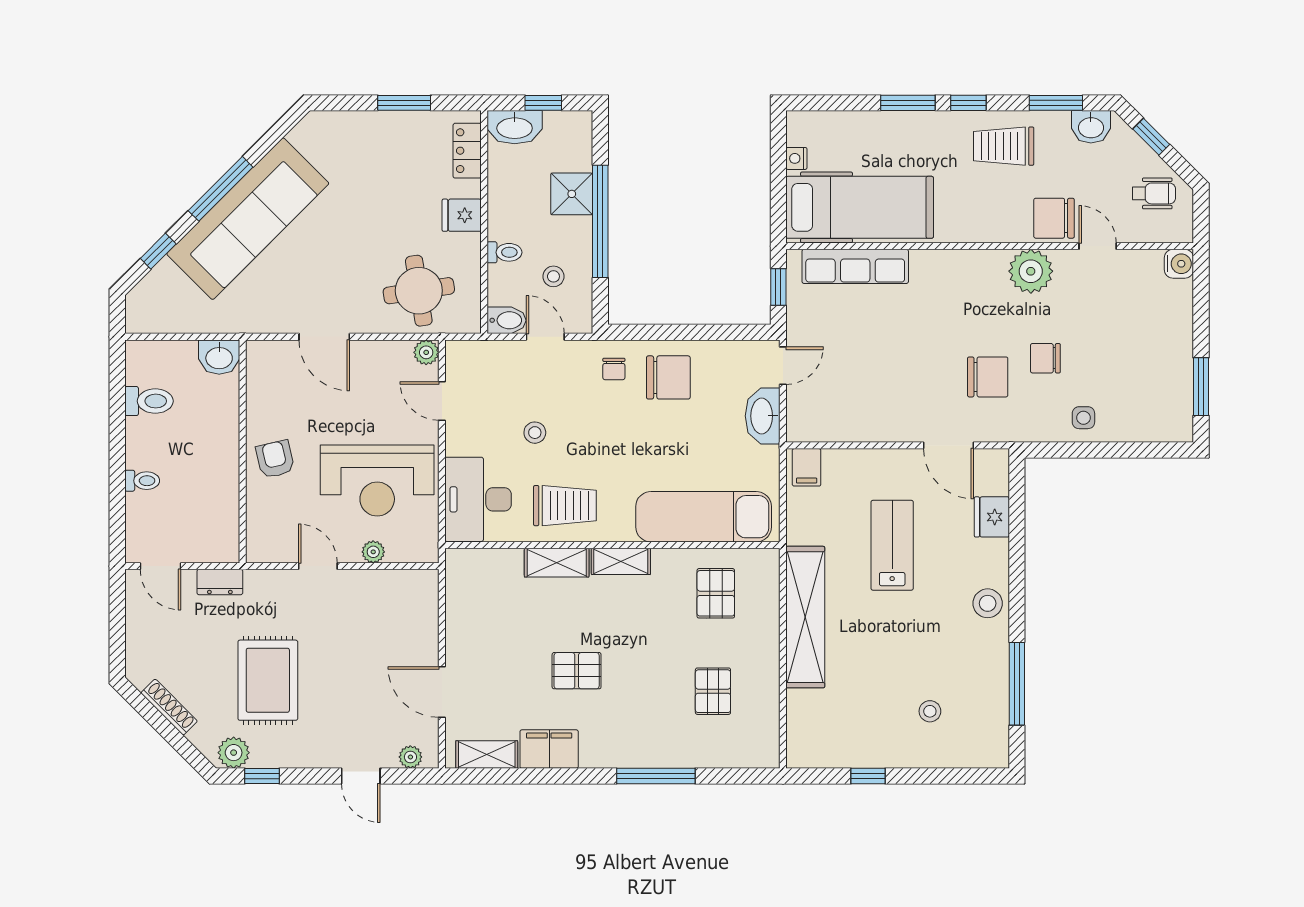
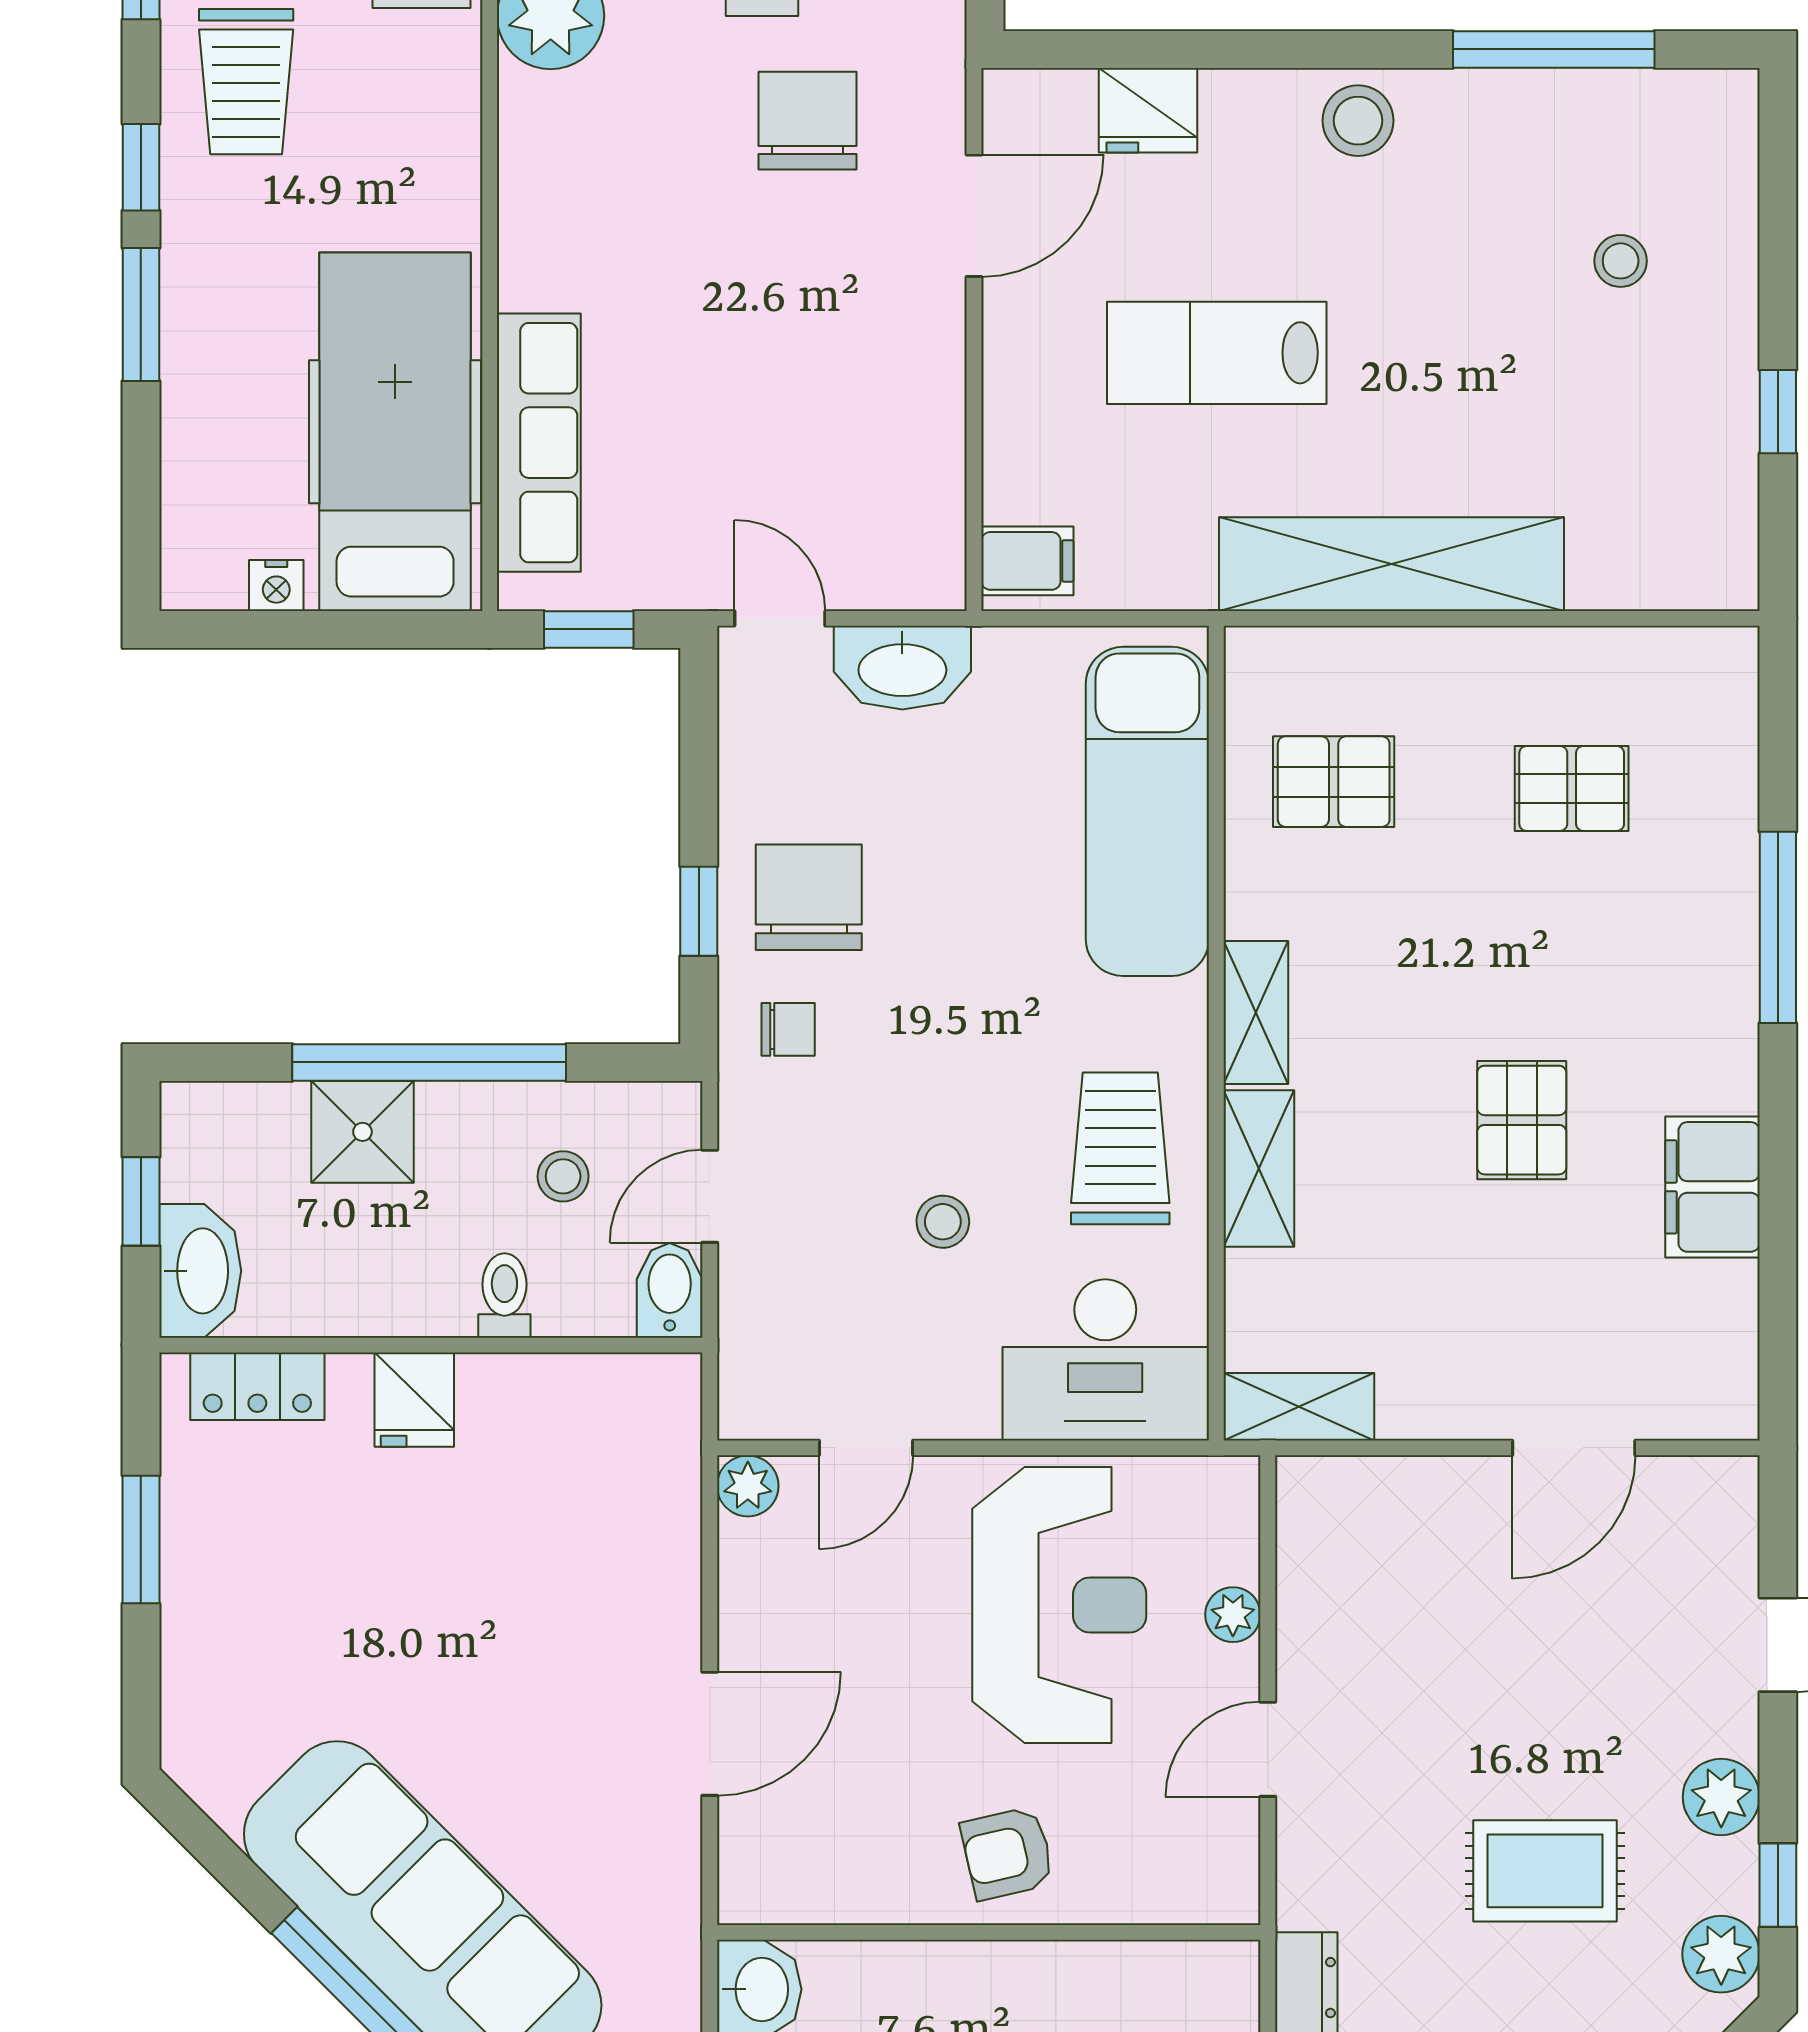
round table: (419, 291) -> (598, 1504), removed
window: (662, 332) -> (699, 911), added
rug: (268, 680) -> (1545, 1871), width x0.73, depth x0.70
shelving: (487, 755) -> (1299, 1407), moved, turned 90
plant: (410, 757) -> (1721, 1797), moved, width x1.38, depth x1.38

